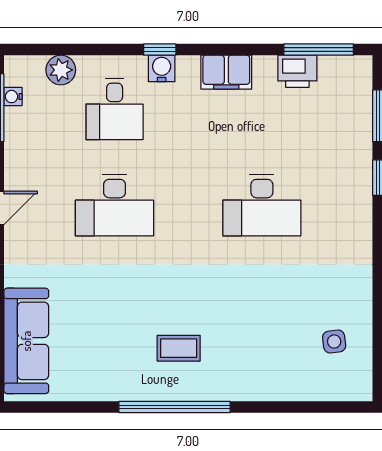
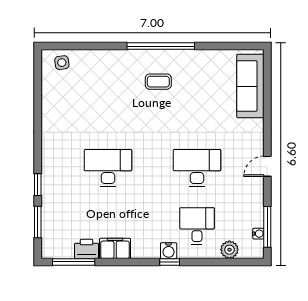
filing cabinet: (226, 72) -> (115, 248), moved
side table: (334, 342) -> (62, 63), moved

